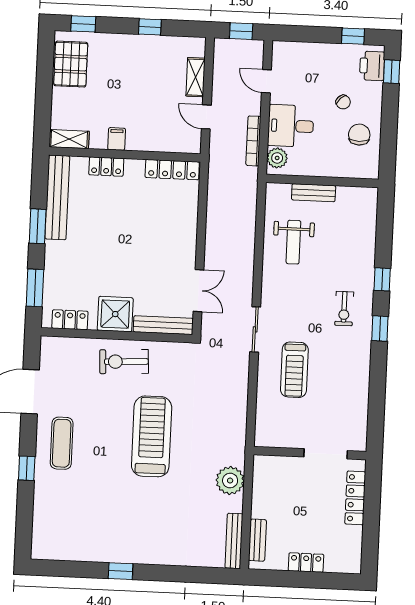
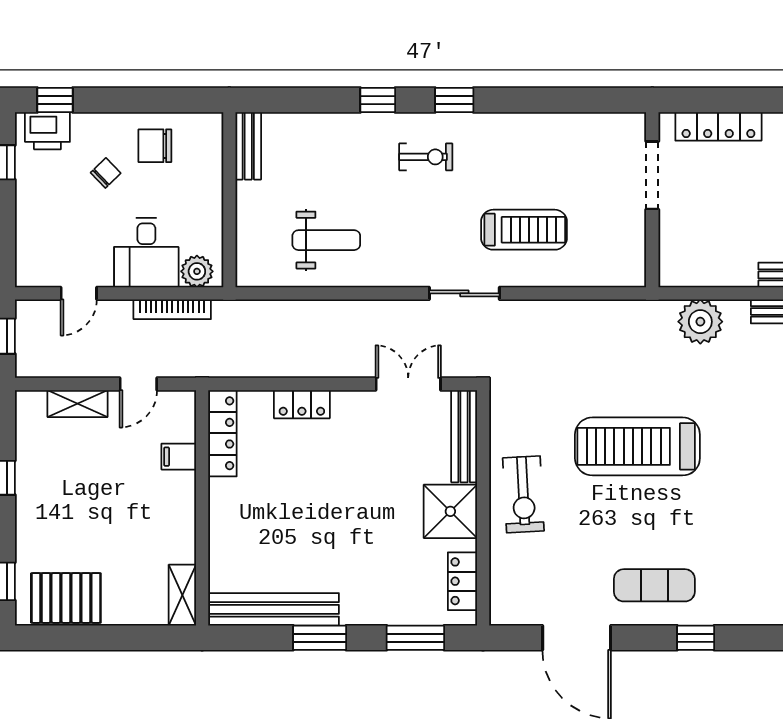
filing cabinet: (117, 139) -> (179, 457), moved
locker: (106, 167) -> (302, 404), moved, turned 90
bench: (314, 193) -> (248, 146), moved

